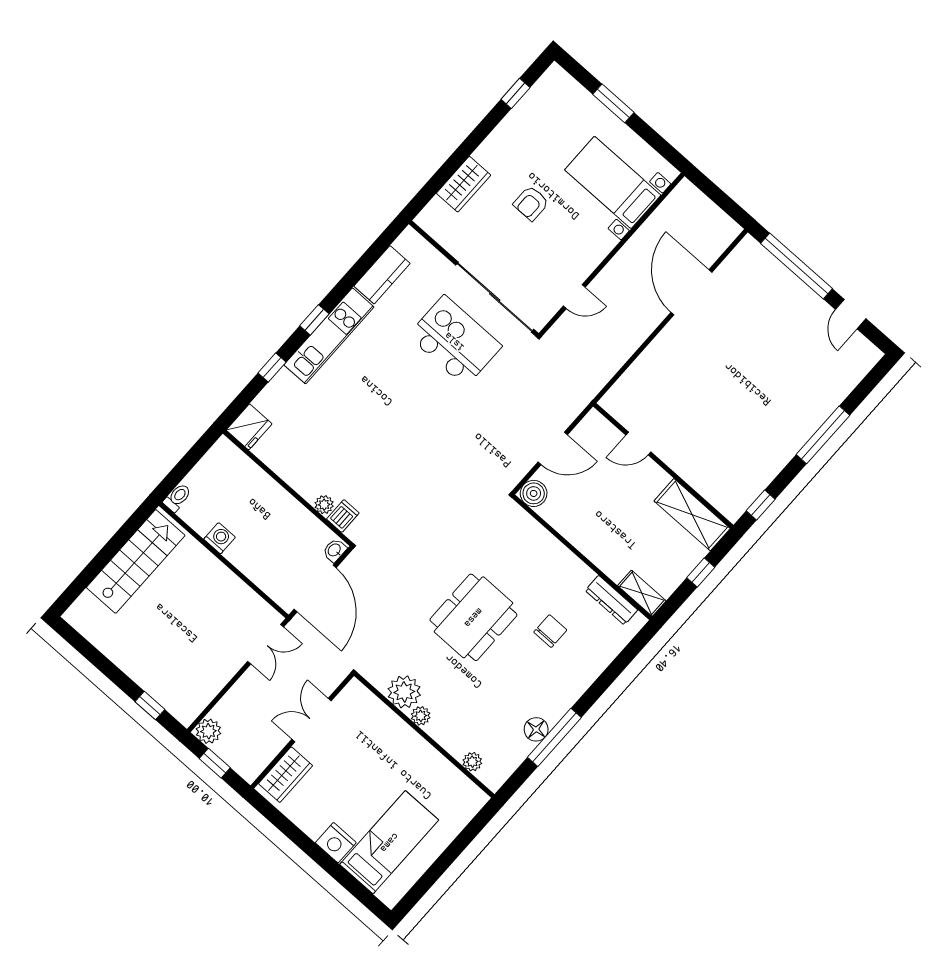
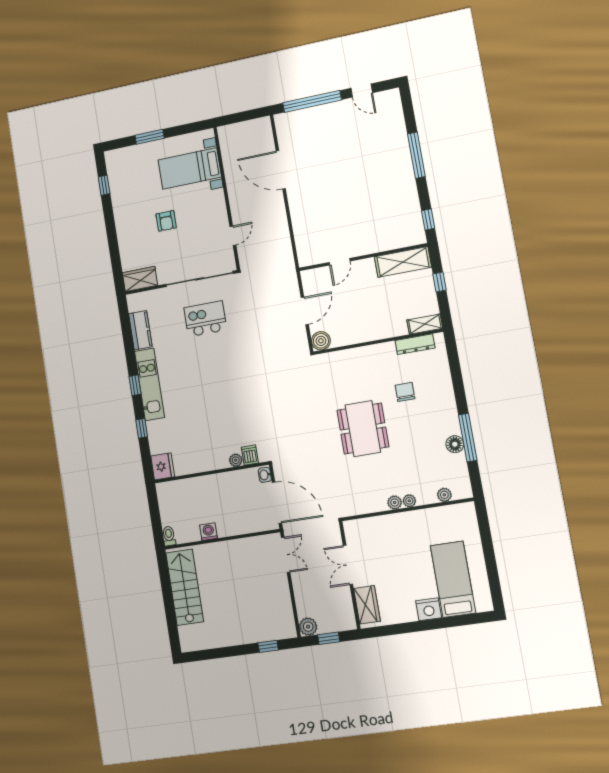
wardrobe: (464, 184) -> (140, 279), moved, turned -90
kitchen island: (455, 341) -> (205, 319), width x0.73, depth x0.78
plant: (404, 692) -> (409, 501), moved, width x0.53, depth x0.53

